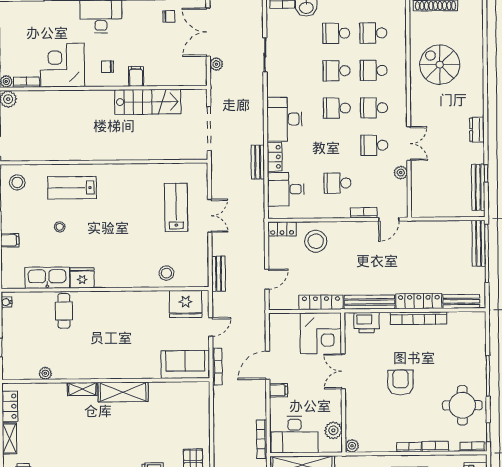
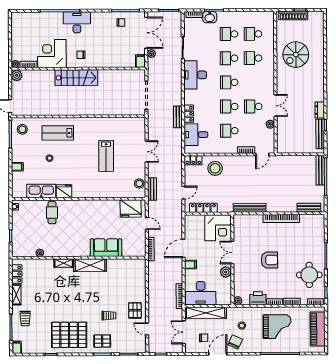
double door: (208, 32) -> (146, 33), swing flipped
spiral stairs: (440, 65) -> (296, 55), turned -90
filing cabinet: (136, 76) -> (140, 61), moved
stairs: (148, 102) -> (76, 78), moved
school desk: (374, 108) -> (229, 107), moved
desk: (284, 119) -> (195, 75), moved
dresser: (477, 130) -> (320, 110), moved
lab bench: (176, 207) -> (106, 156), moved, turned 180
stool: (166, 273) -> (139, 183), moved
locker: (419, 301) -> (282, 207), removed
locker: (321, 302) -> (203, 208), moved
printer: (367, 323) -> (258, 298), moved, turned 180
door: (211, 327) -> (147, 223), hinge flipped
sofa: (185, 364) -> (106, 248), moved
armchair: (401, 383) -> (269, 260), turned 90
plant: (333, 430) -> (226, 272), moved

